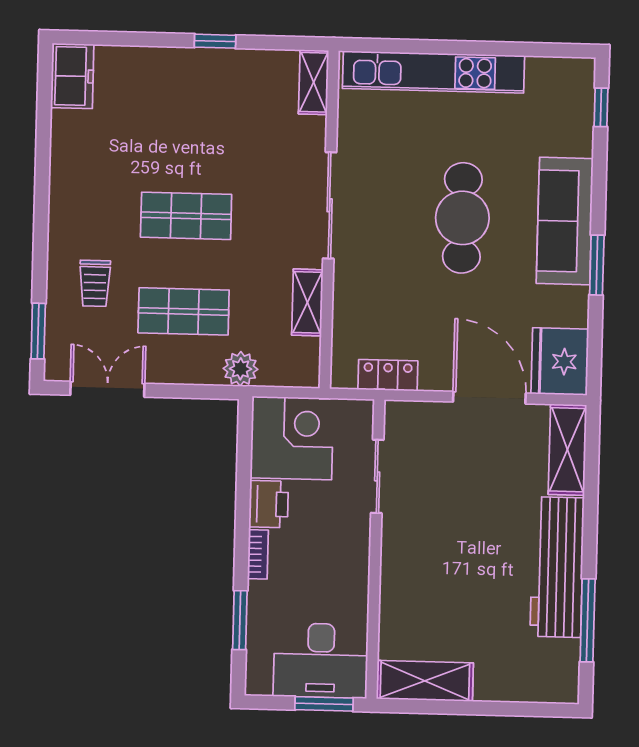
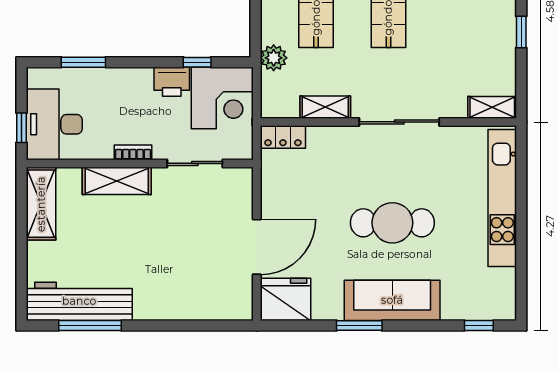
locker: (388, 375) -> (283, 137), moved, turned 90
shelving: (567, 450) -> (117, 181), moved
window: (244, 470) -> (197, 62), added
bookcase: (258, 554) -> (133, 152), moved, turned 180
workbench: (557, 567) -> (79, 301), moved
window: (324, 704) -> (22, 128), width x0.67

